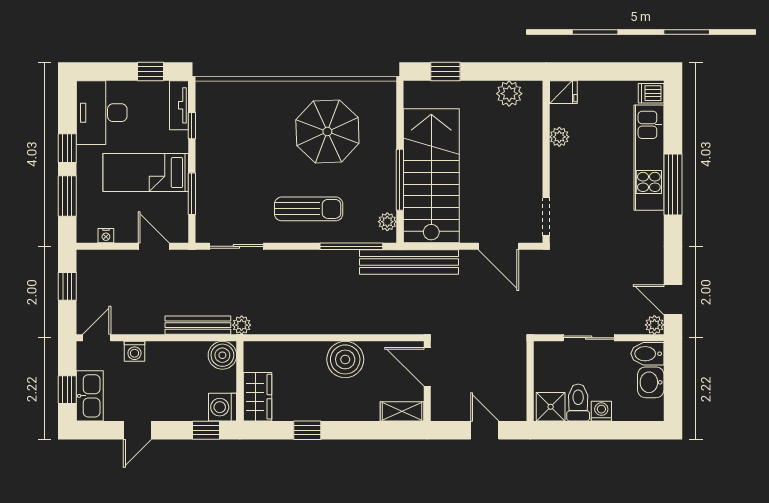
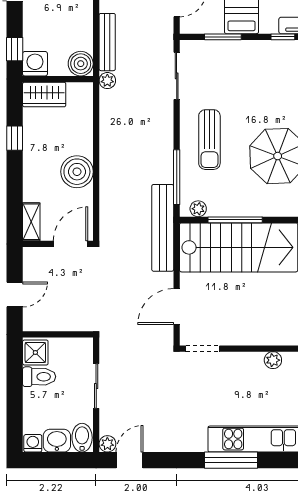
washing machine: (601, 411) -> (33, 443), moved, turned -90

